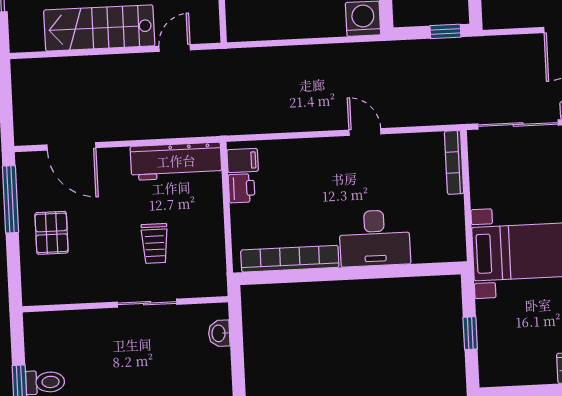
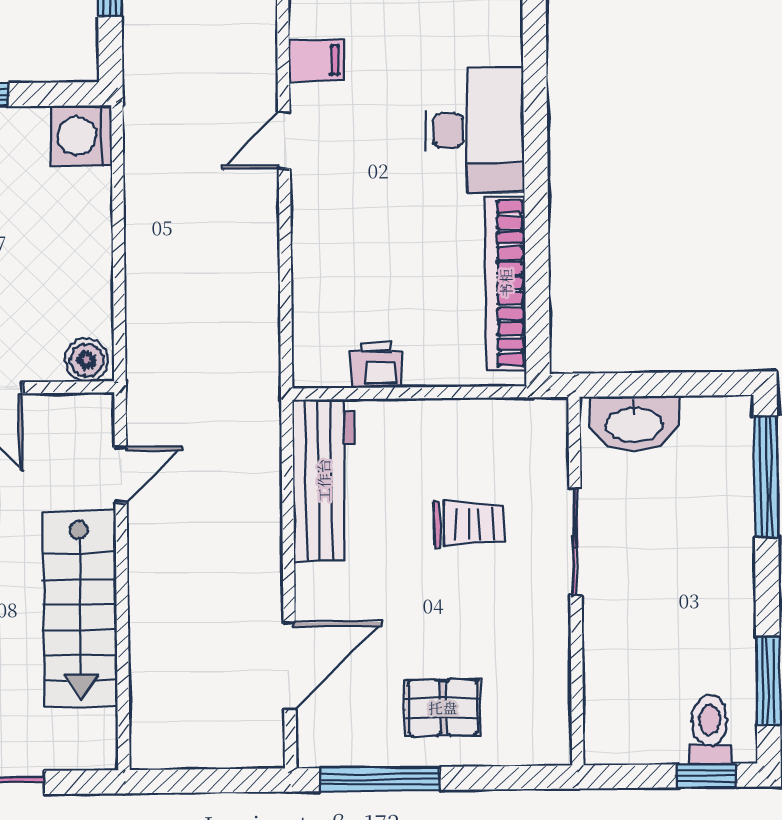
boiler: (238, 26) -> (87, 360), added
door: (175, 48) -> (121, 475), swing flipped
filing cabinet: (243, 160) -> (316, 60), moved, turned 90
washbasin: (219, 333) -> (634, 423), width x1.91, depth x1.45

